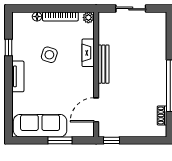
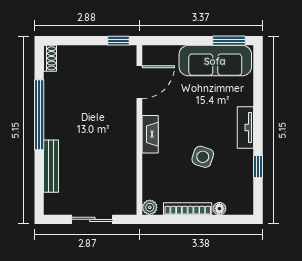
fireplace: (88, 53) -> (150, 134), moved
bench: (103, 64) -> (51, 166), moved
shoe rack: (162, 115) -> (50, 58), moved
window: (60, 140) -> (229, 41), moved

